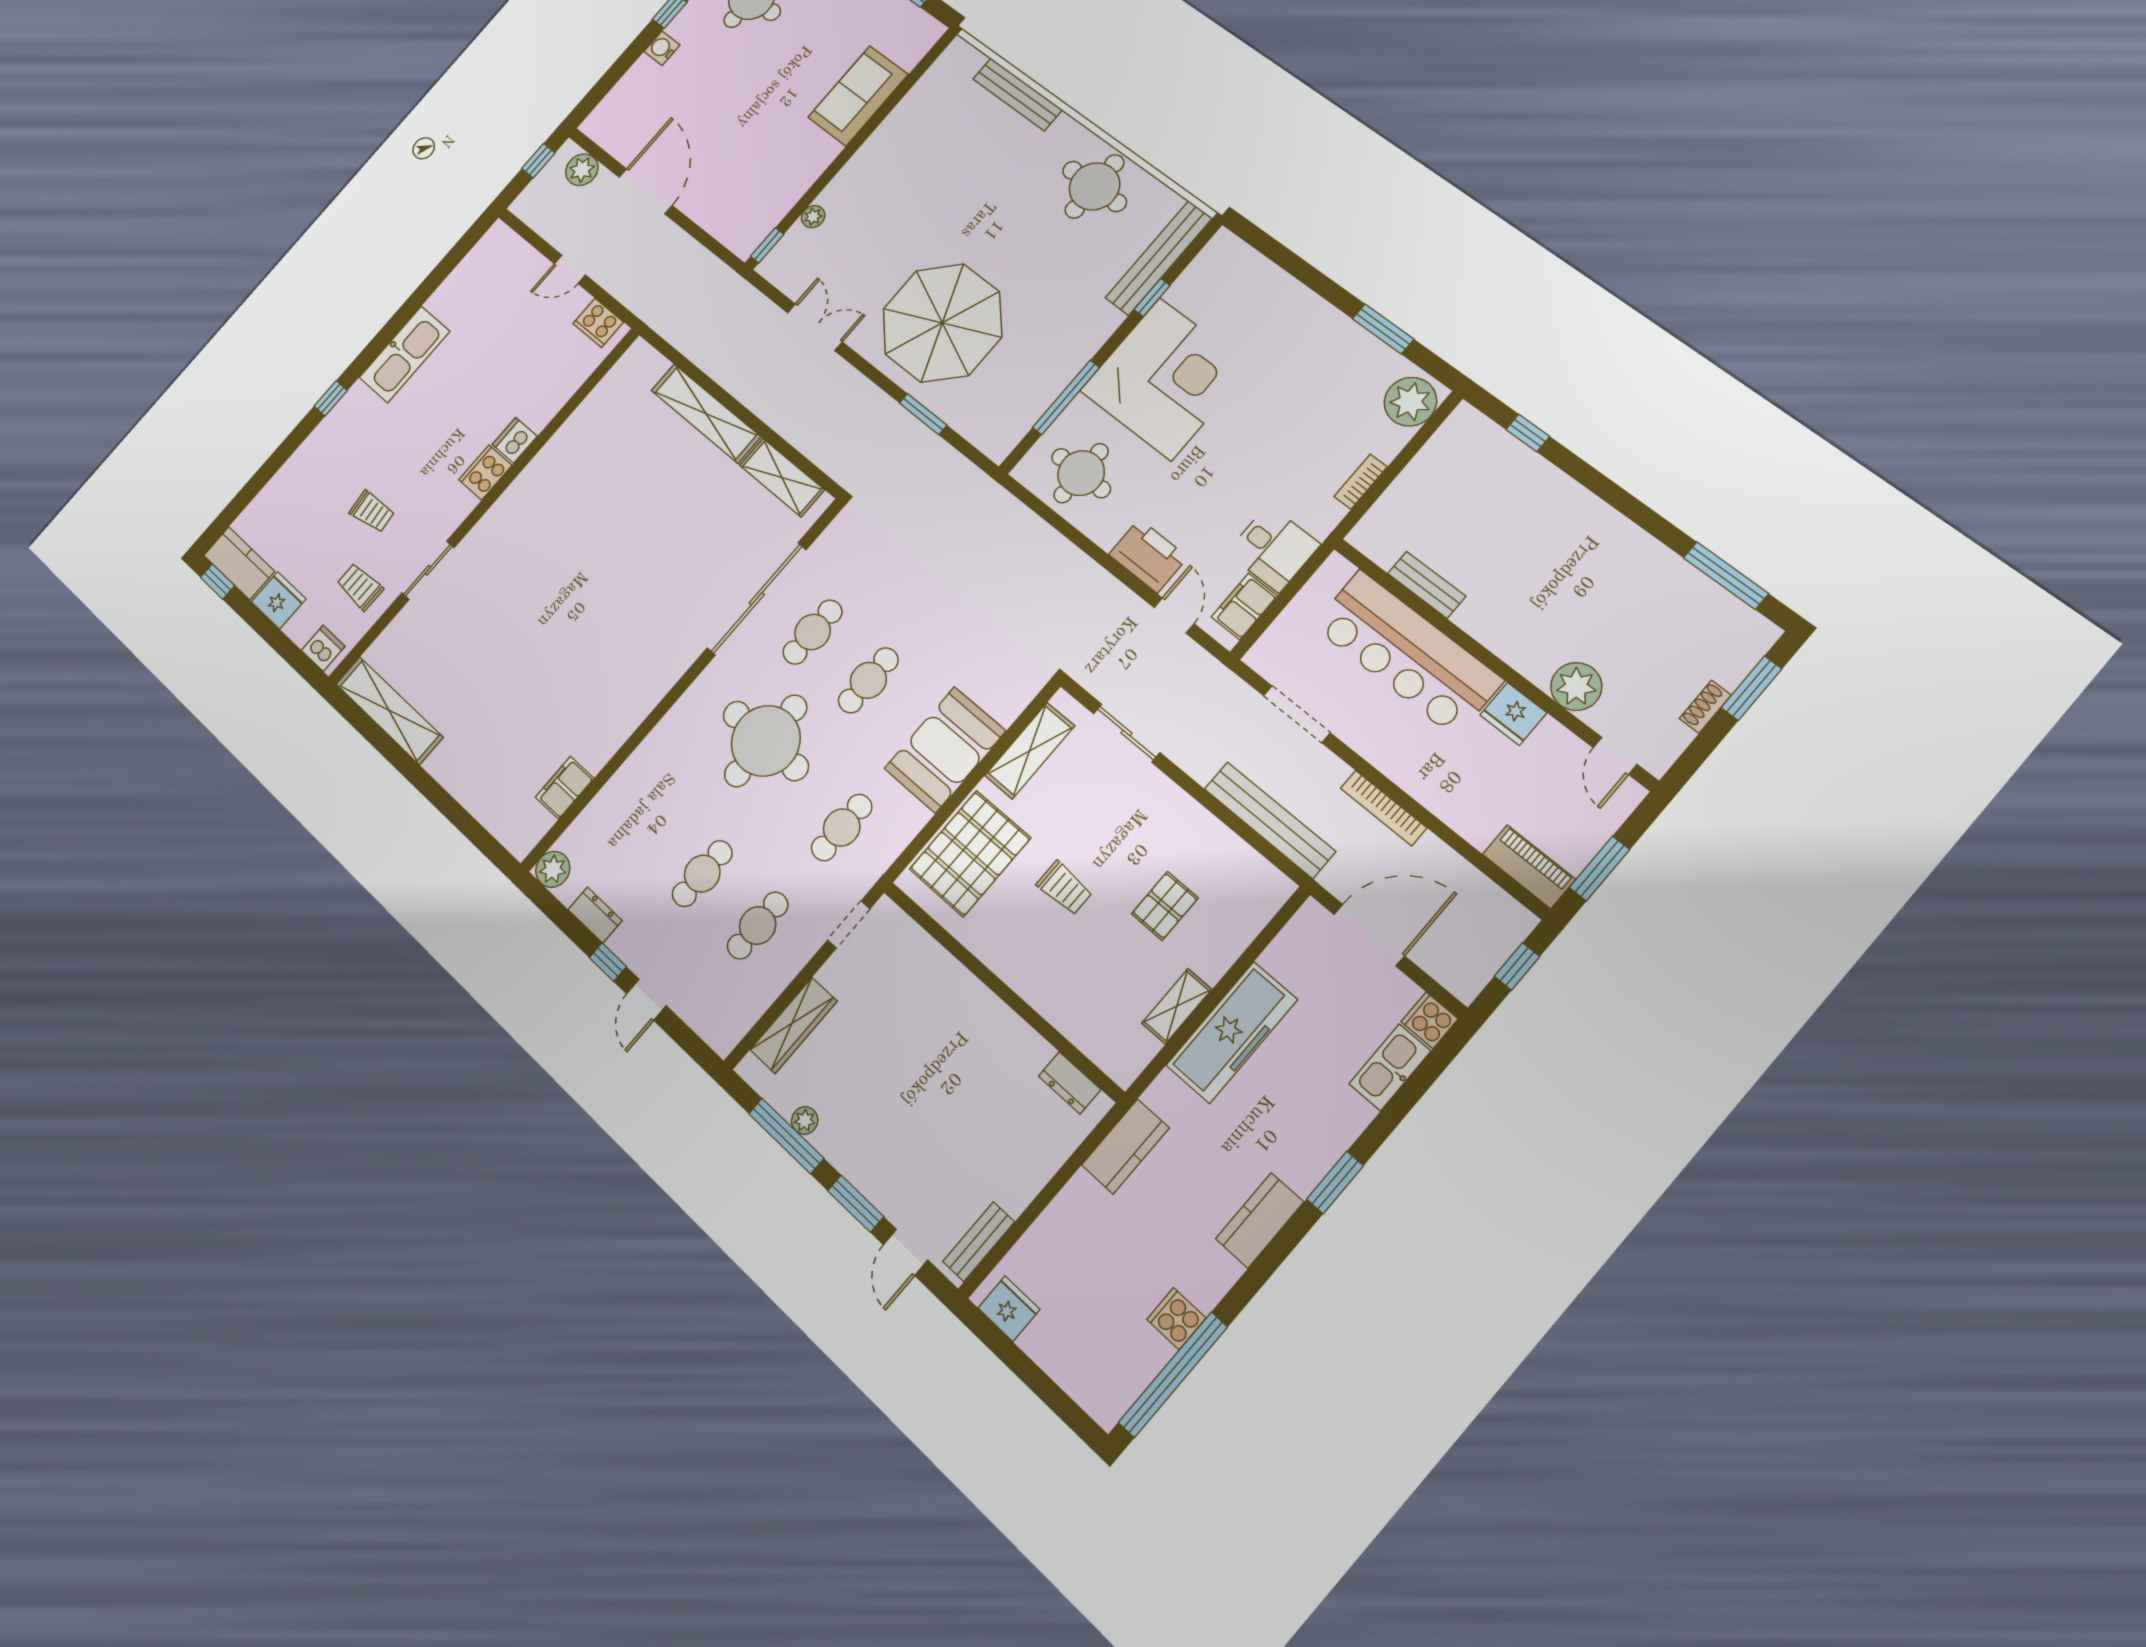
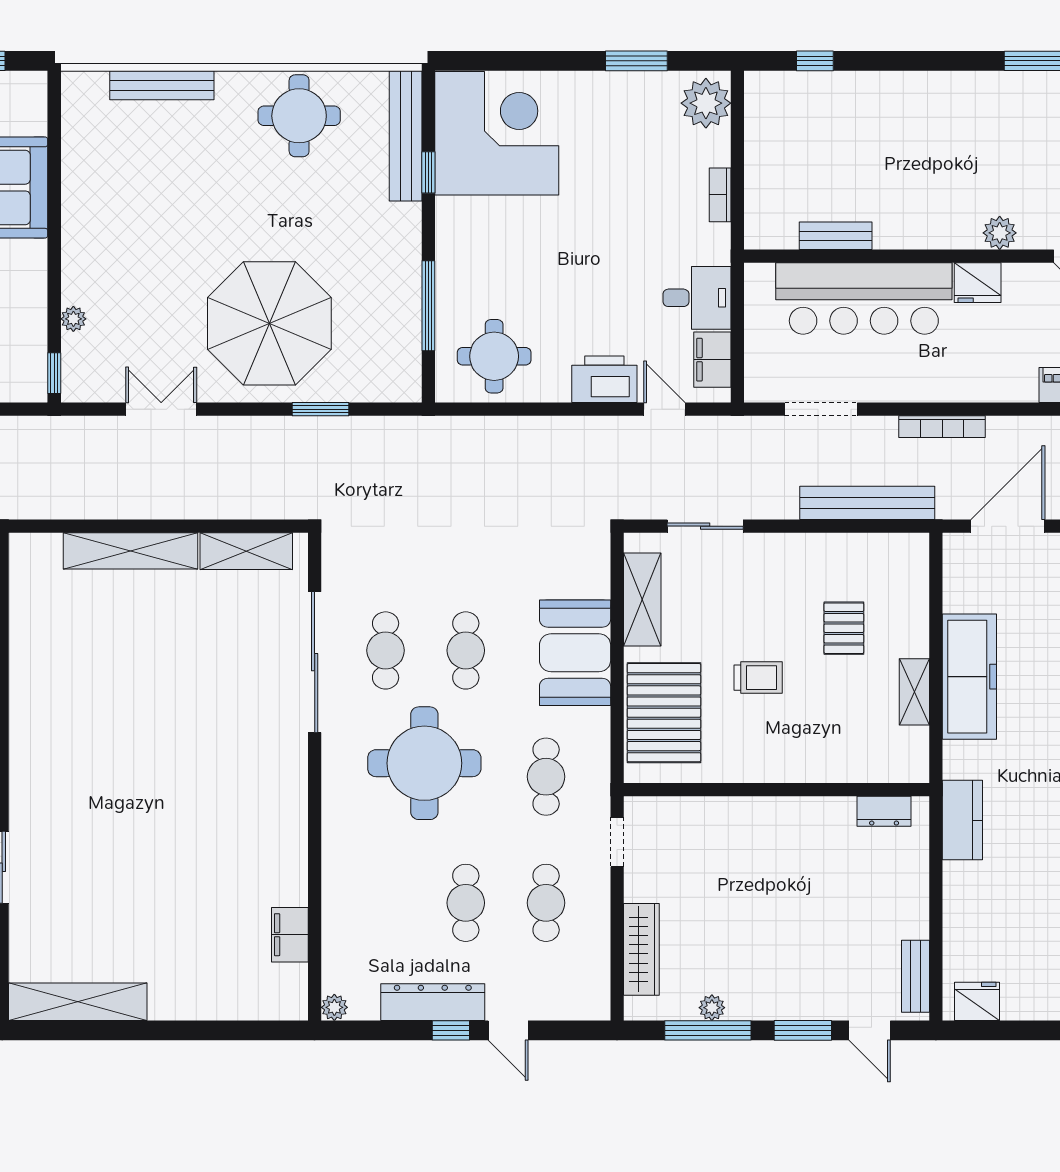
corner desk: (1165, 379) -> (497, 133), moved
plant: (1576, 686) -> (1000, 233), width x0.73, depth x0.73
plant: (553, 869) -> (334, 1007), width x0.73, depth x0.73
dresser: (595, 915) -> (433, 1002), width x1.96, depth x1.24

